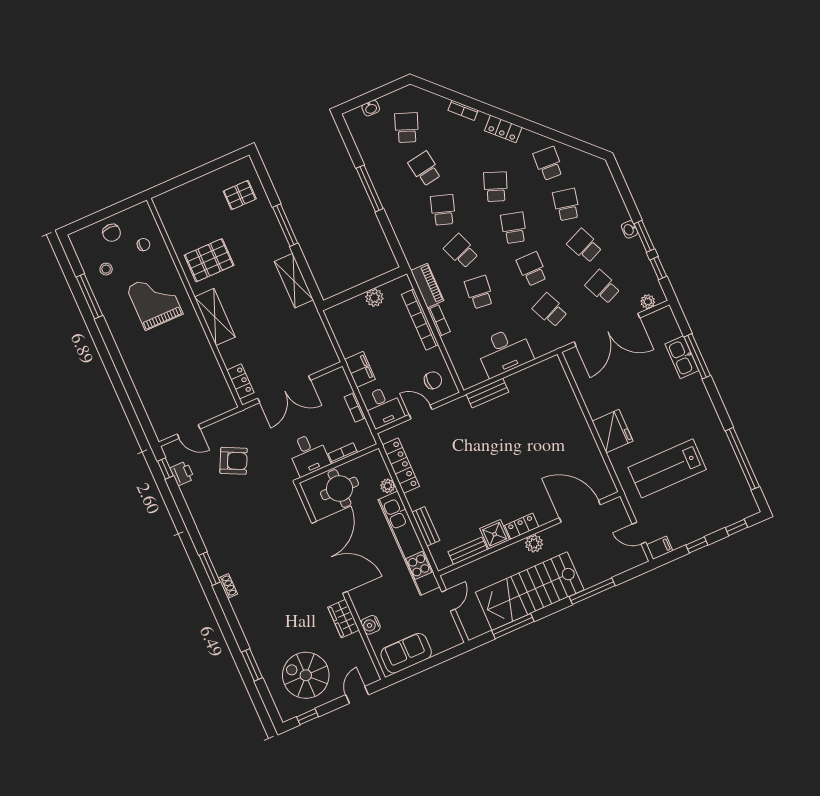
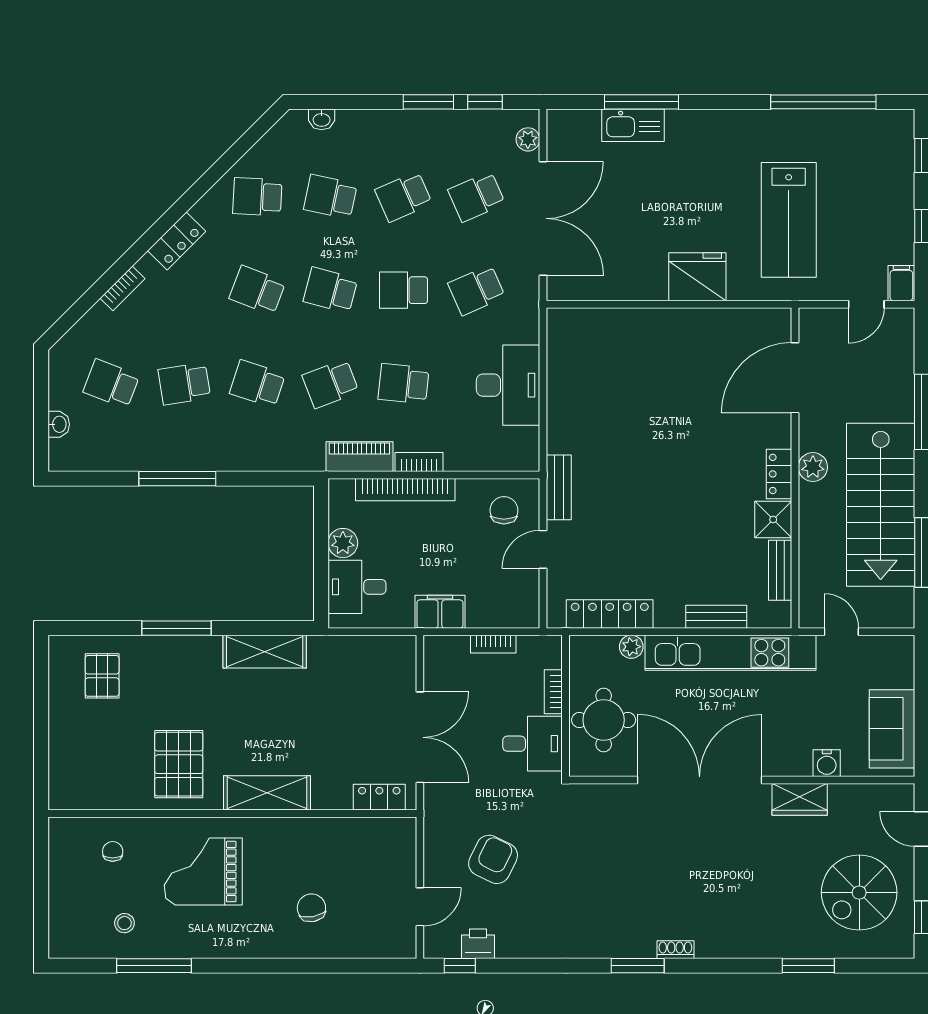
washbasin: (629, 229) -> (322, 119), moved
chair: (112, 233) -> (311, 908), moved, turned -100
bench: (487, 393) -> (559, 487), moved
desk: (383, 407) -> (357, 587), moved, turned 180

